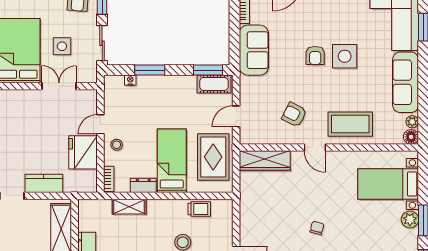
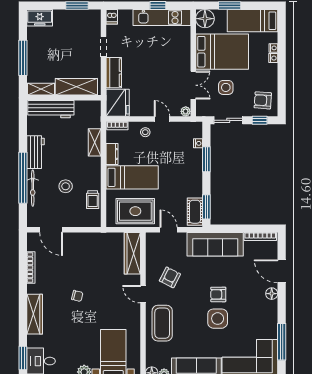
sofa: (254, 50) -> (215, 244), width x1.36
plant: (91, 95) -> (186, 111), added
door: (315, 147) -> (143, 294), hinge flipped
fridge: (83, 152) -> (118, 103), moved, turned 90

